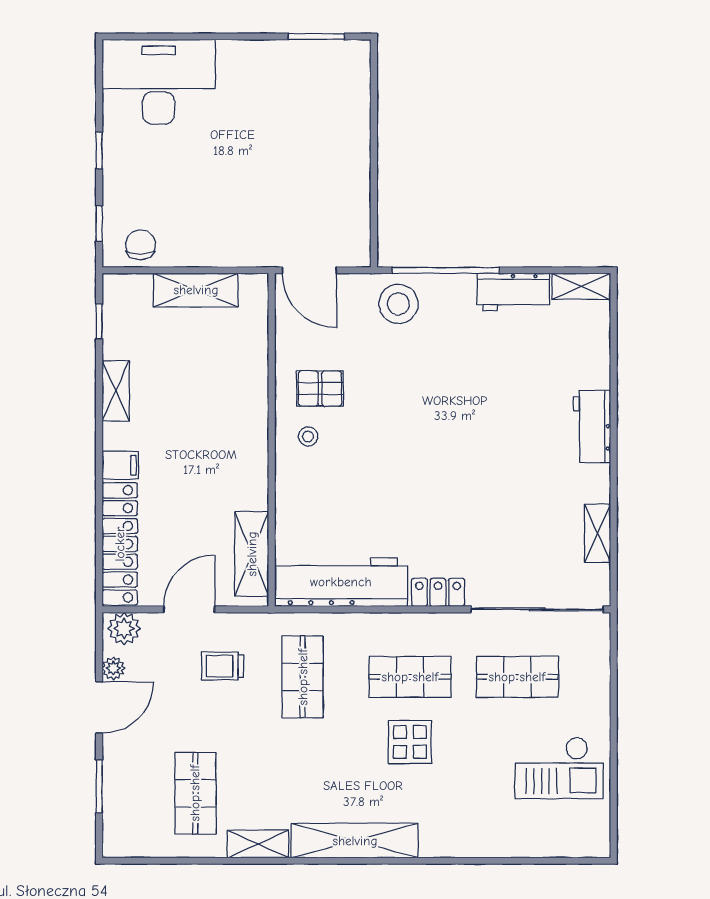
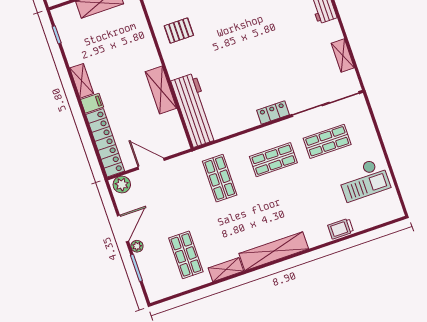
shelving: (116, 391) -> (82, 81), moved
stool: (308, 437) -> (181, 57), removed
shelving: (252, 554) -> (161, 90), moved
workbench: (341, 582) -> (194, 110), moved, turned 90
door: (189, 609) -> (151, 164), hinge flipped
trolley: (223, 666) -> (341, 229), moved
plant: (113, 668) -> (137, 246), moved
display table: (410, 742) -> (285, 192), removed

